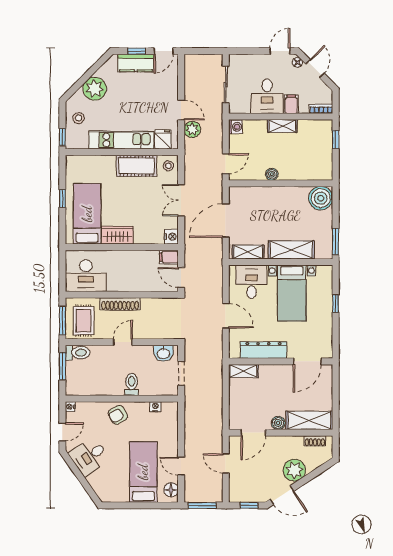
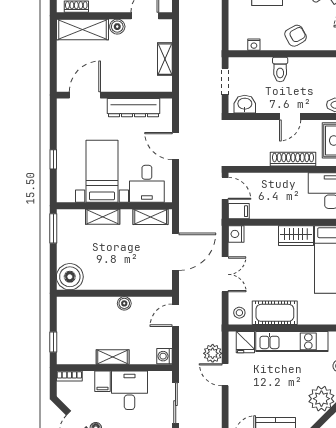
shelving: (291, 250) -> (103, 217), width x0.67, depth x0.75
shelving: (243, 371) -> (165, 59), moved, turned 90

